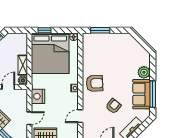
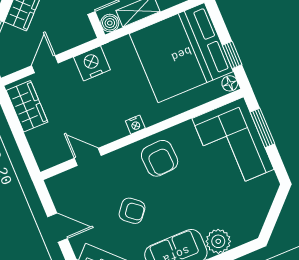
window: (44, 30) -> (232, 55), moved
corner sofa: (102, 47) -> (233, 144), added
door: (29, 118) -> (45, 64), swing flipped

